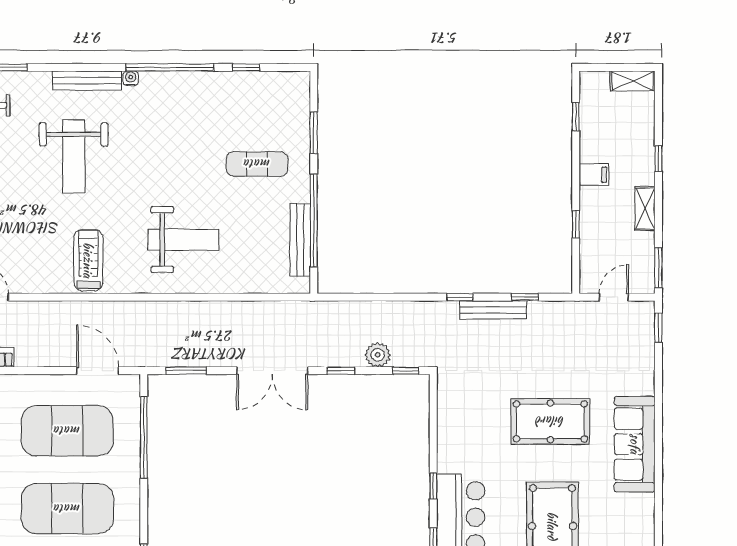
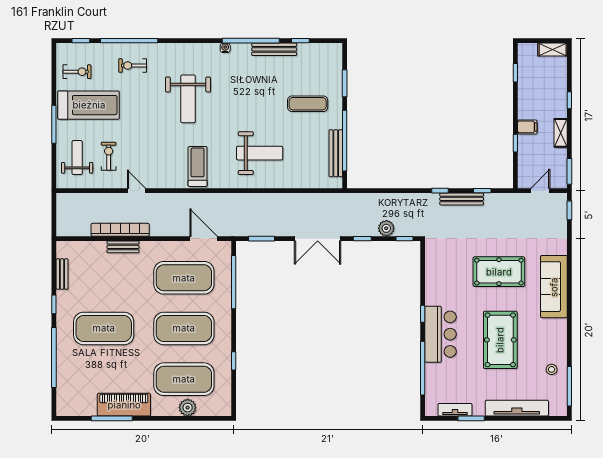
bench: (87, 80) -> (274, 49), moved
filing cabinet: (594, 175) -> (527, 127), moved

